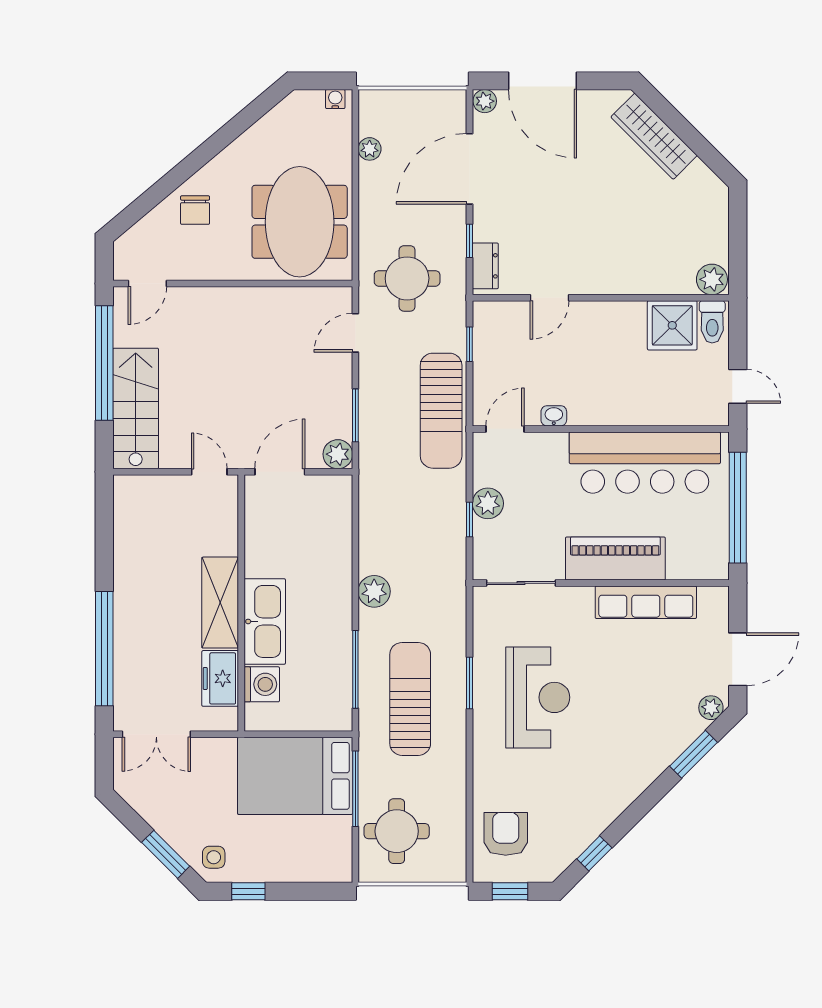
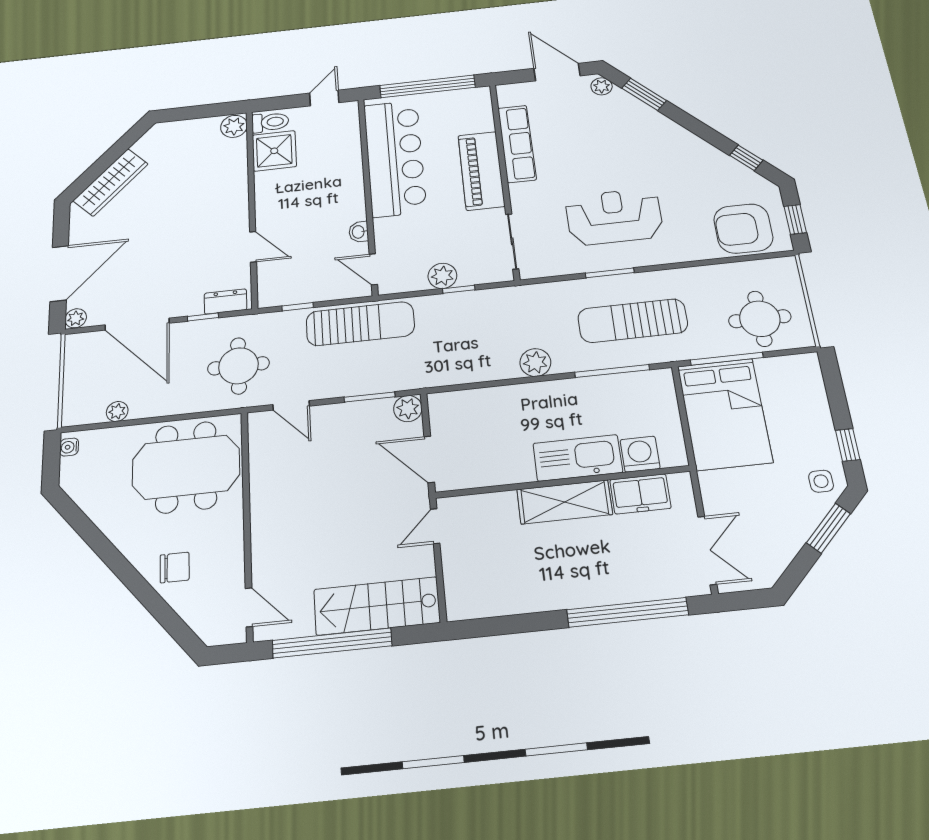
armchair: (506, 834) -> (743, 229), width x1.36, depth x1.36

